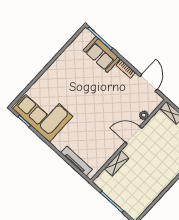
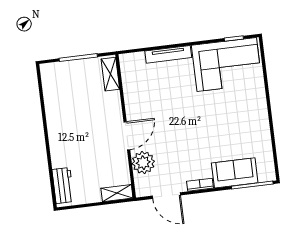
plant: (144, 115) -> (143, 163), width x1.87, depth x1.87
tv unit: (76, 161) -> (168, 54), moved
shelving: (117, 163) -> (110, 74), moved

